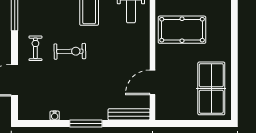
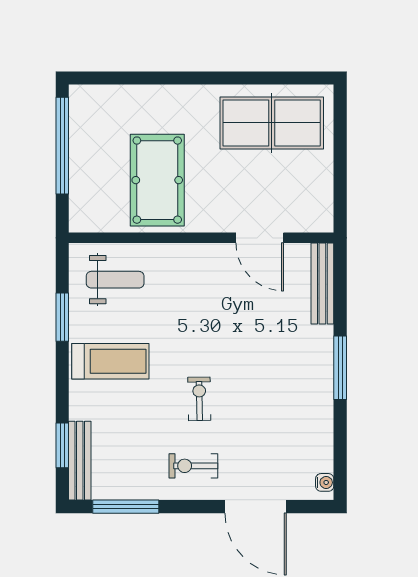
exercise bike: (70, 51) -> (199, 399), width x0.73, depth x0.72
water cooler: (55, 116) -> (325, 482), moved

